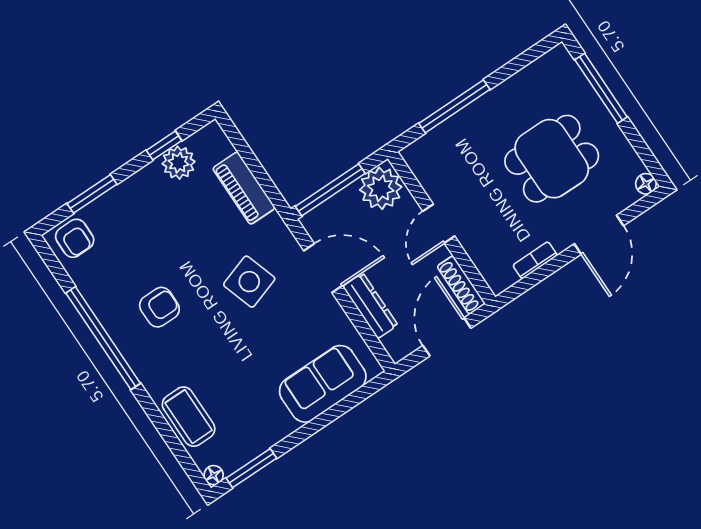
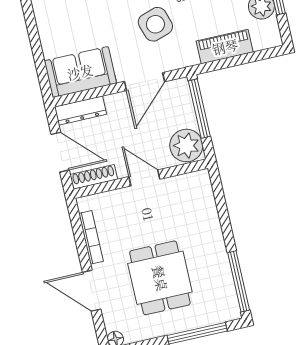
window: (454, 106) -> (239, 281), moved
bookcase: (535, 260) -> (91, 237), width x1.56
dresser: (370, 306) -> (81, 111), moved
sofa: (323, 384) -> (80, 72), moved, turned -90

